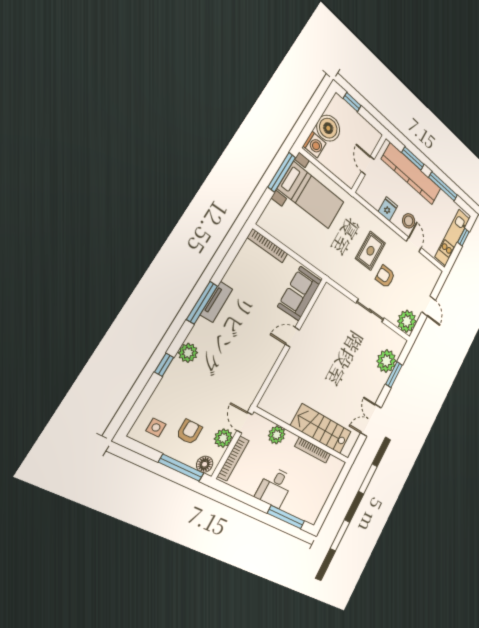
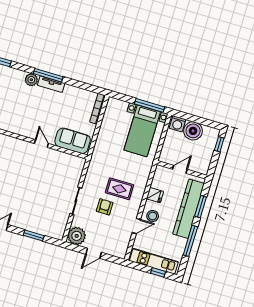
plant: (188, 353) -> (31, 80), moved
plant: (386, 361) -> (42, 226), removed

